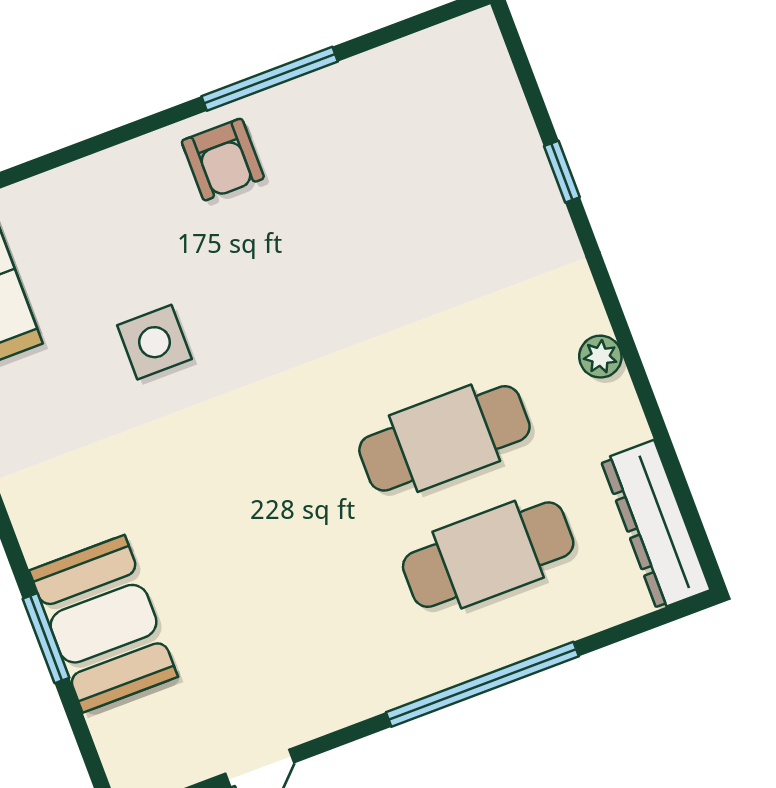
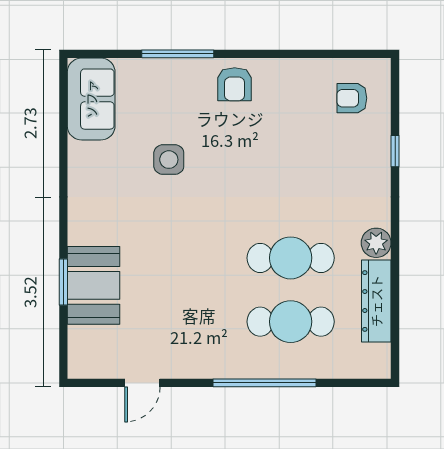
window: (270, 79) -> (178, 54), moved
armchair: (447, 104) -> (352, 98), added
plant: (600, 357) -> (376, 243), width x1.38, depth x1.38
dresser: (656, 525) -> (376, 301), moved

